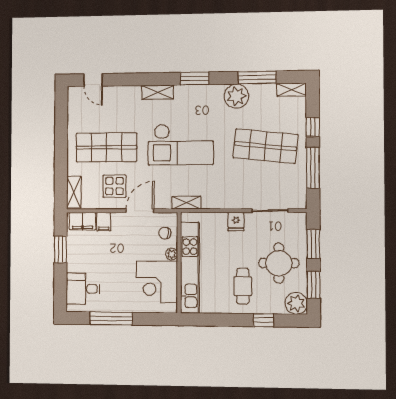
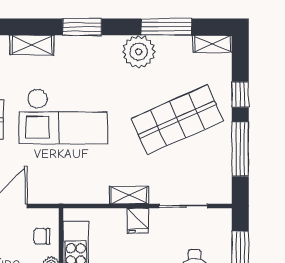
shop shelf: (265, 146) -> (177, 120), turned -30
shelving: (186, 203) -> (129, 195), moved

